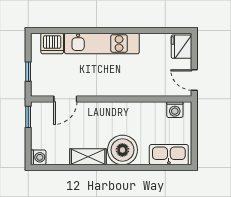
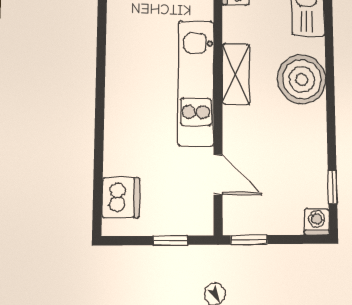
kitchen unit: (102, 43) -> (196, 83), moved, turned 180
shelving: (88, 157) -> (236, 74), moved
window: (59, 167) -> (333, 187), added

